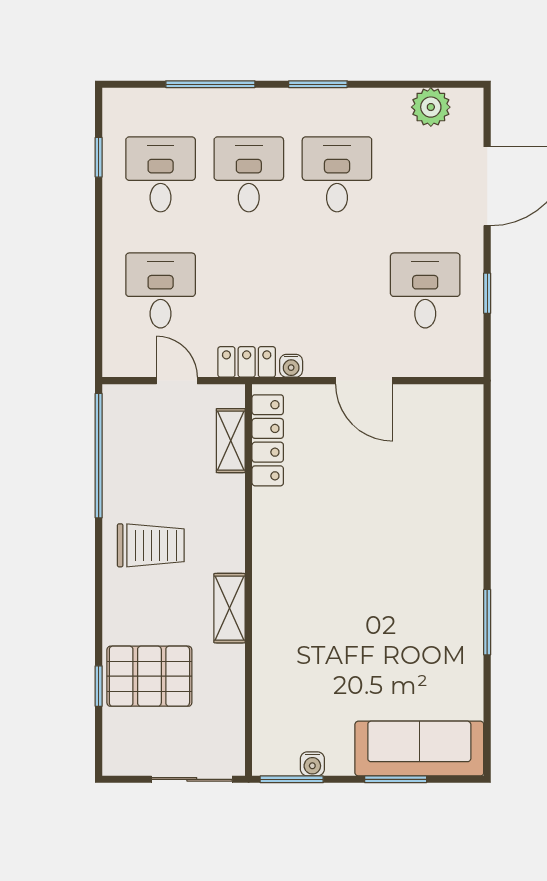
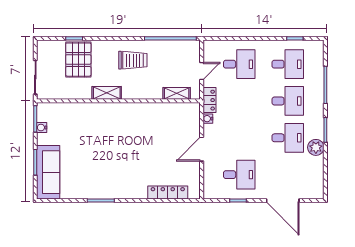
plant: (431, 107) -> (316, 147), moved
locker: (268, 440) -> (168, 192), moved, turned 180
trolley: (151, 545) -> (133, 60), turned -90

